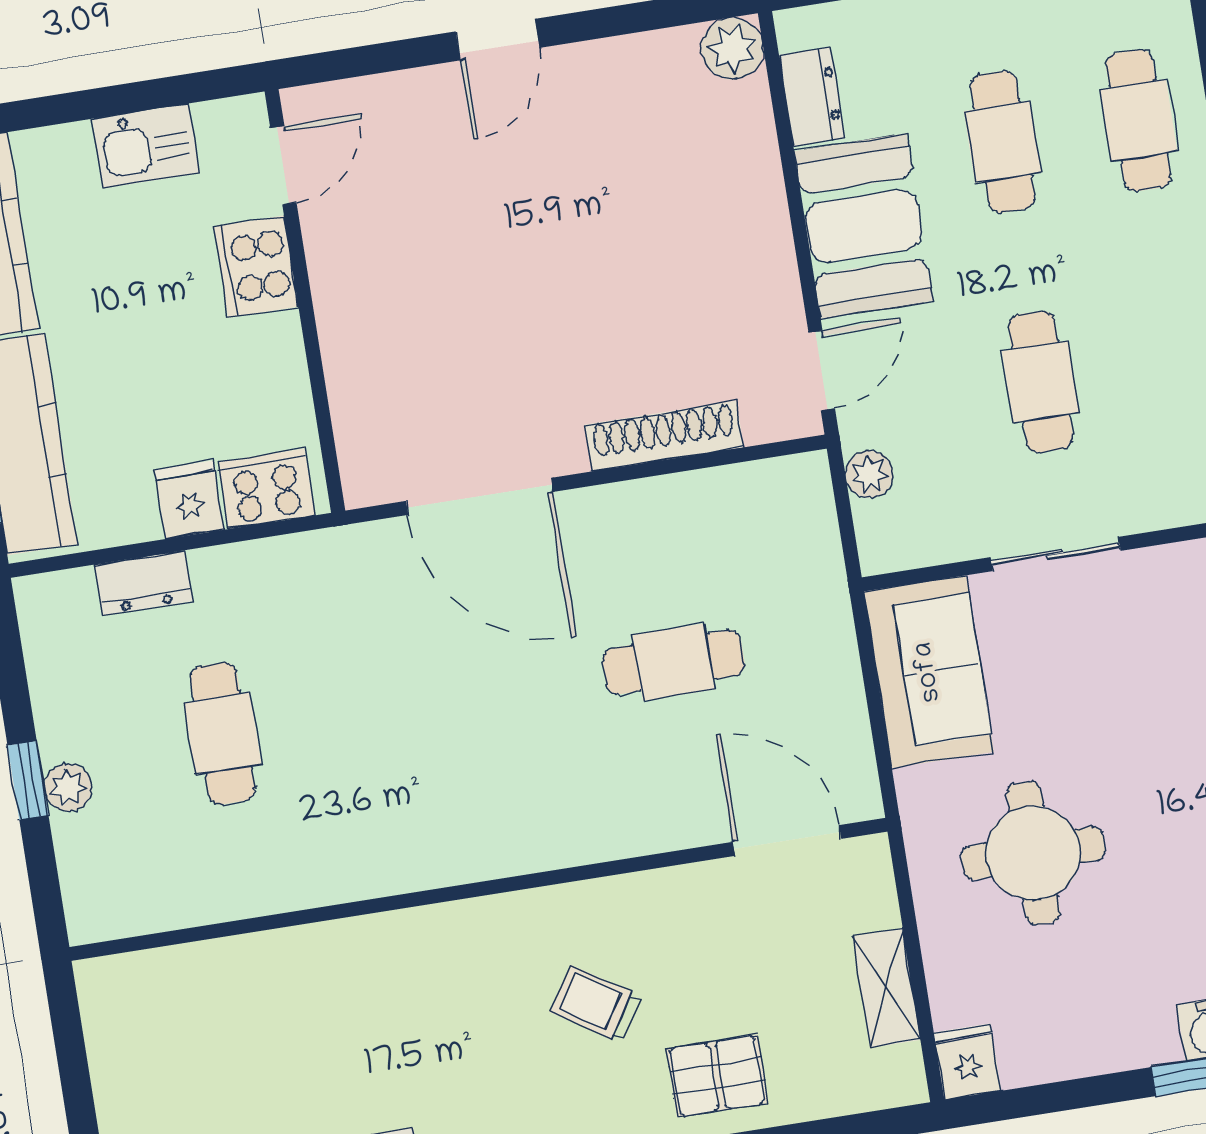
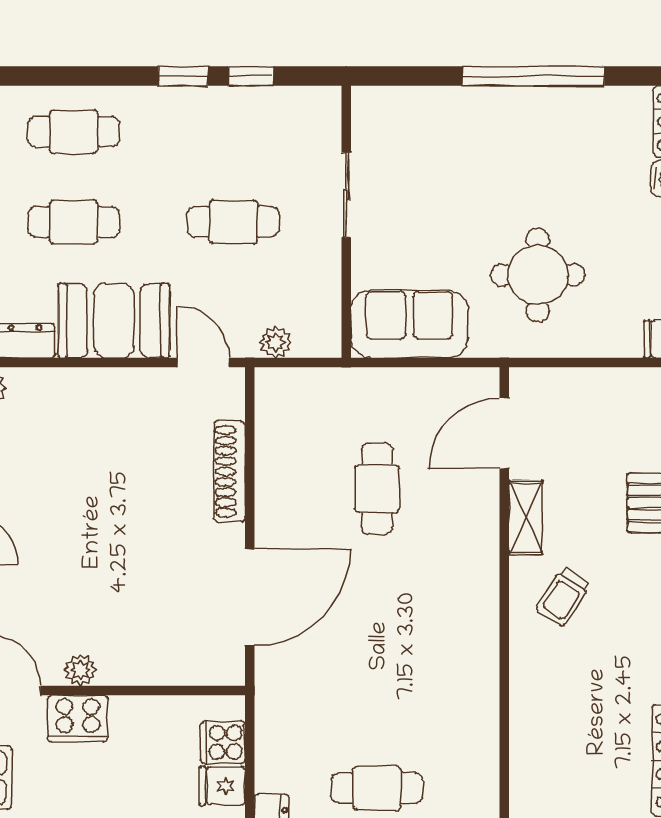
plant: (330, 259) -> (80, 670), added
cooker: (266, 489) -> (223, 742), width x0.73
sliding door: (1056, 554) -> (346, 195), moved
shelving: (887, 988) -> (526, 518), moved, turned 90
trolley: (596, 1004) -> (563, 597), moved

